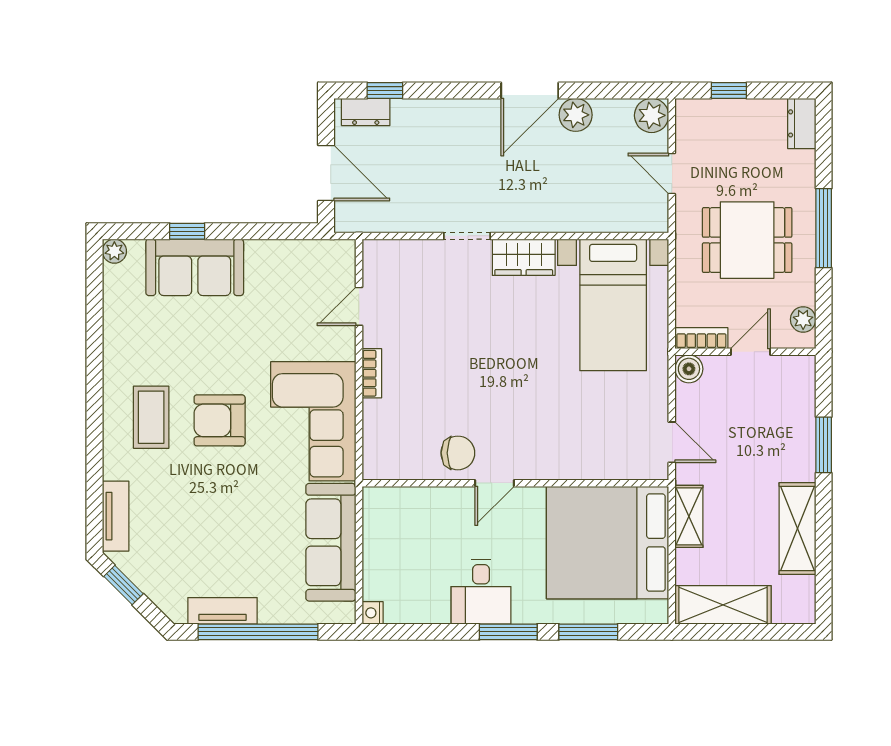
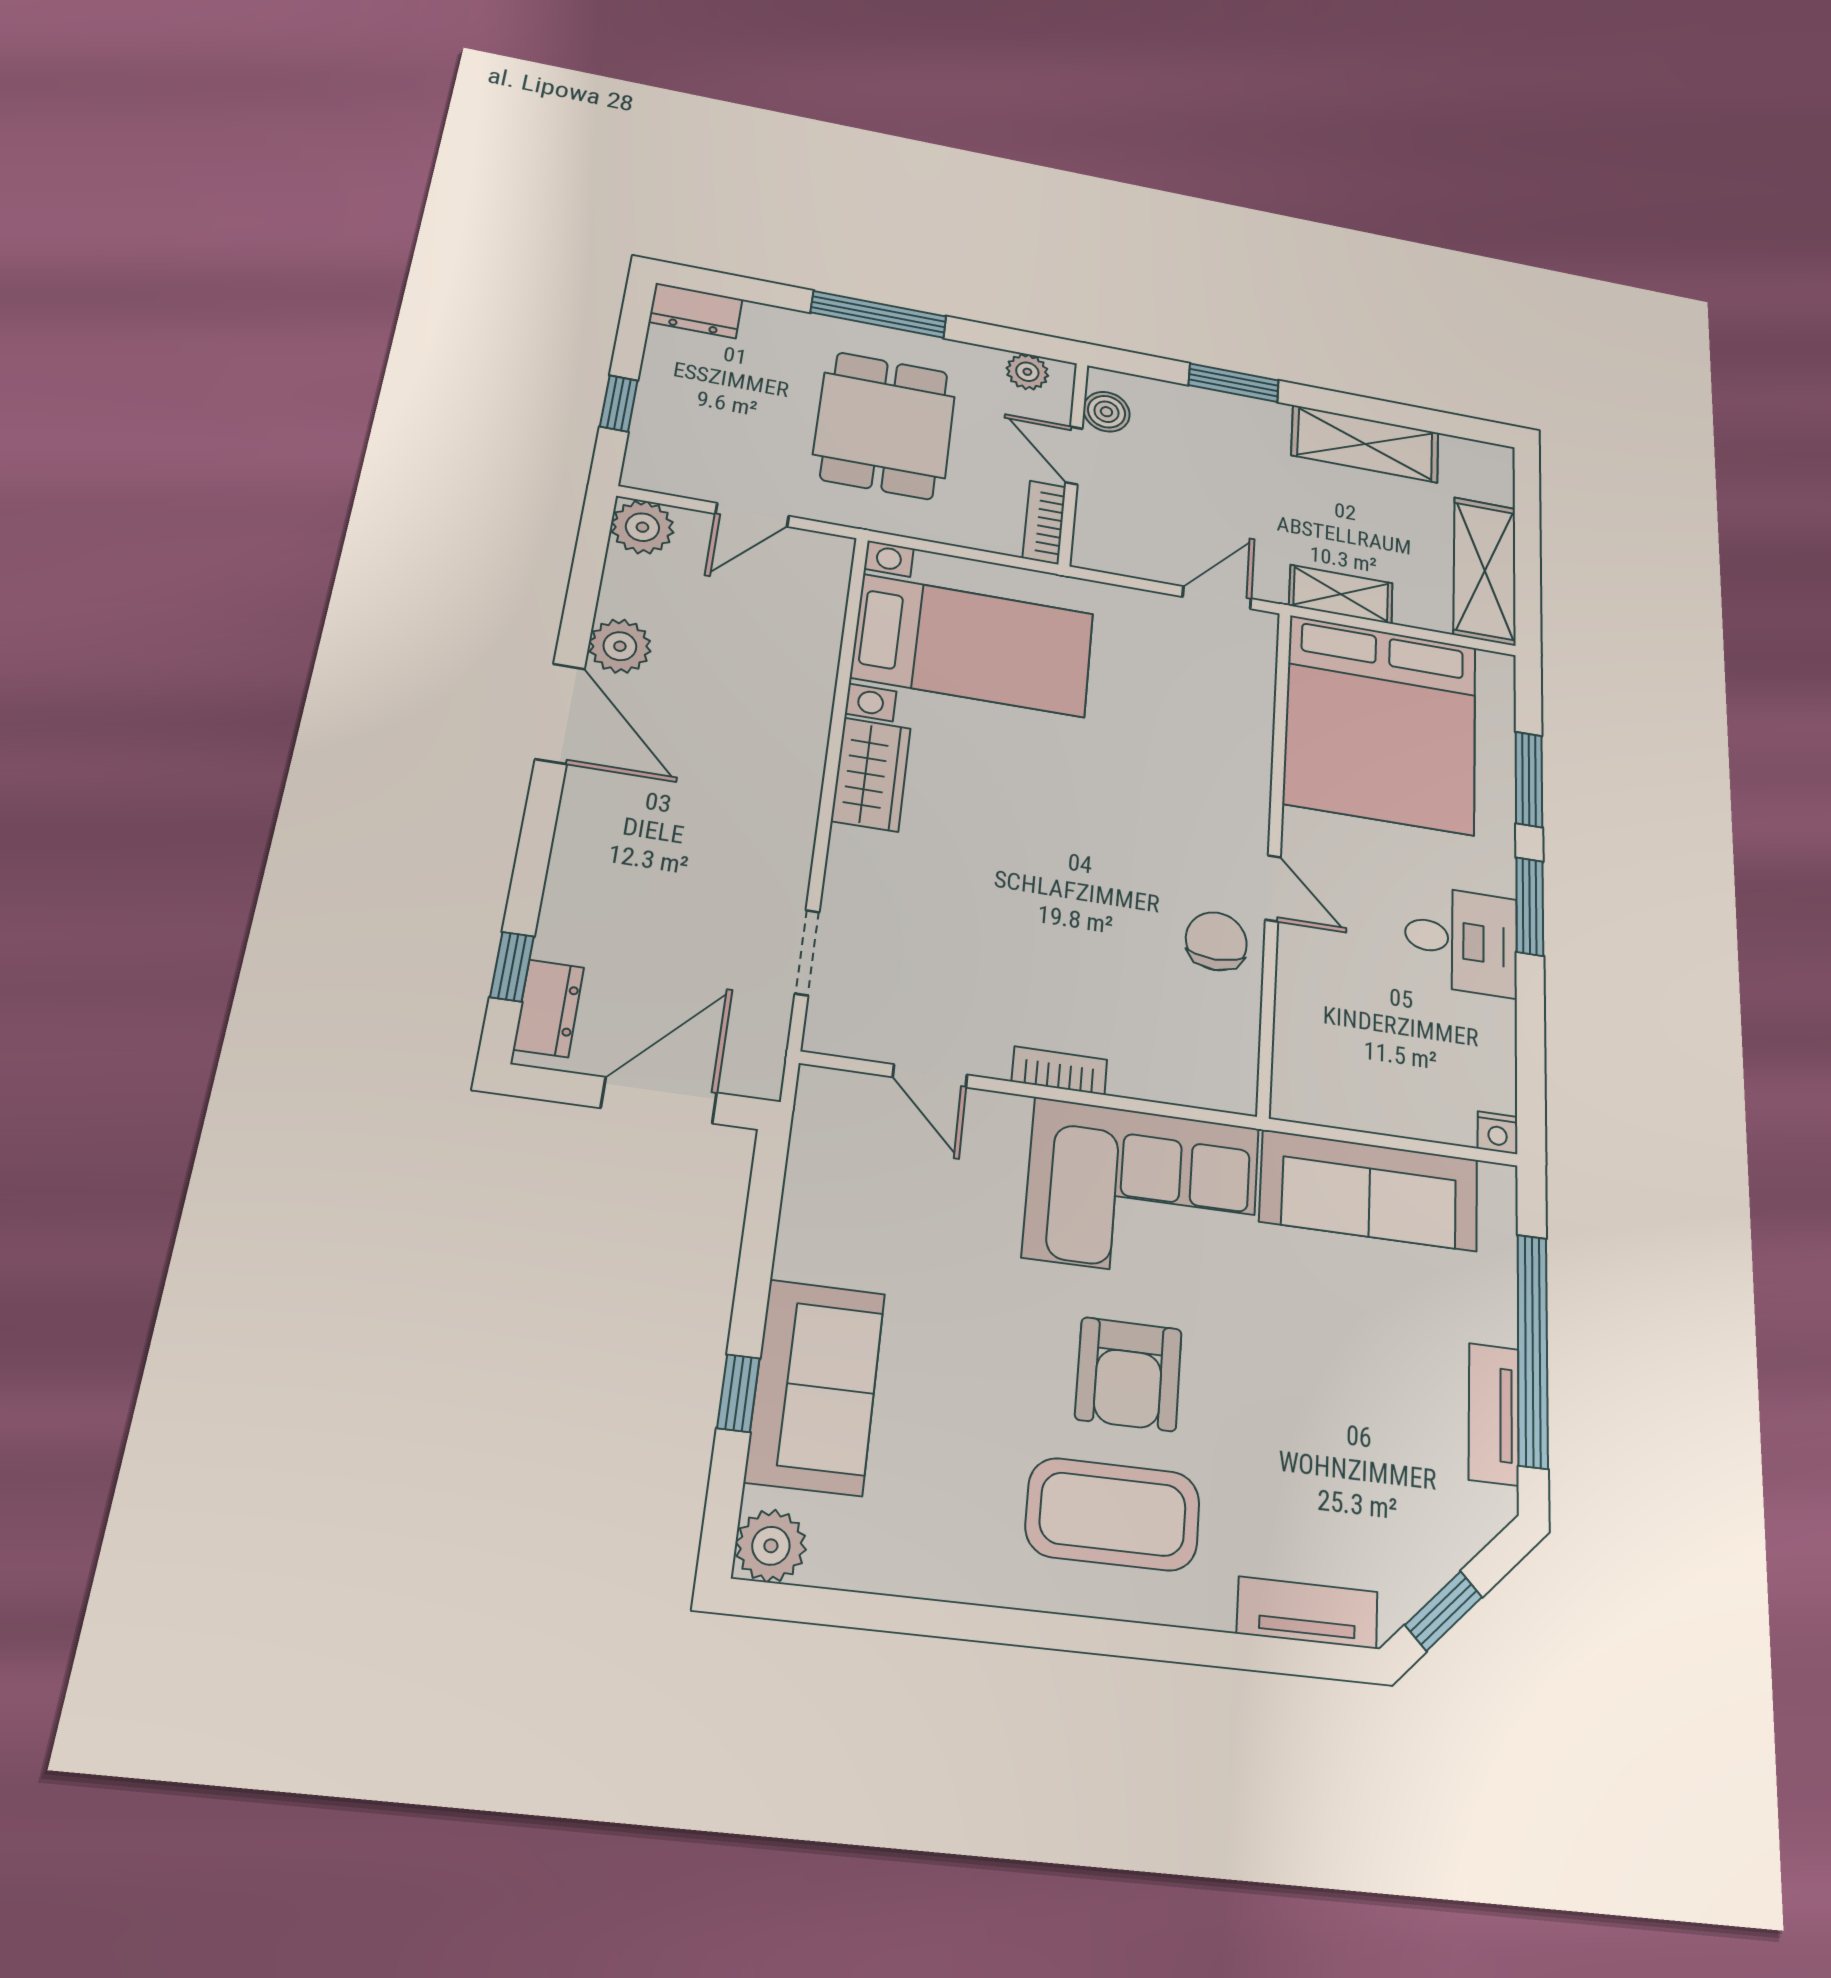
doorway: (467, 236) -> (807, 953), moved
plant: (114, 251) -> (771, 1546), width x1.38, depth x1.38
boiler: (689, 369) -> (1106, 412), moved
coffee table: (151, 417) -> (1113, 1514), width x1.36, depth x1.32

